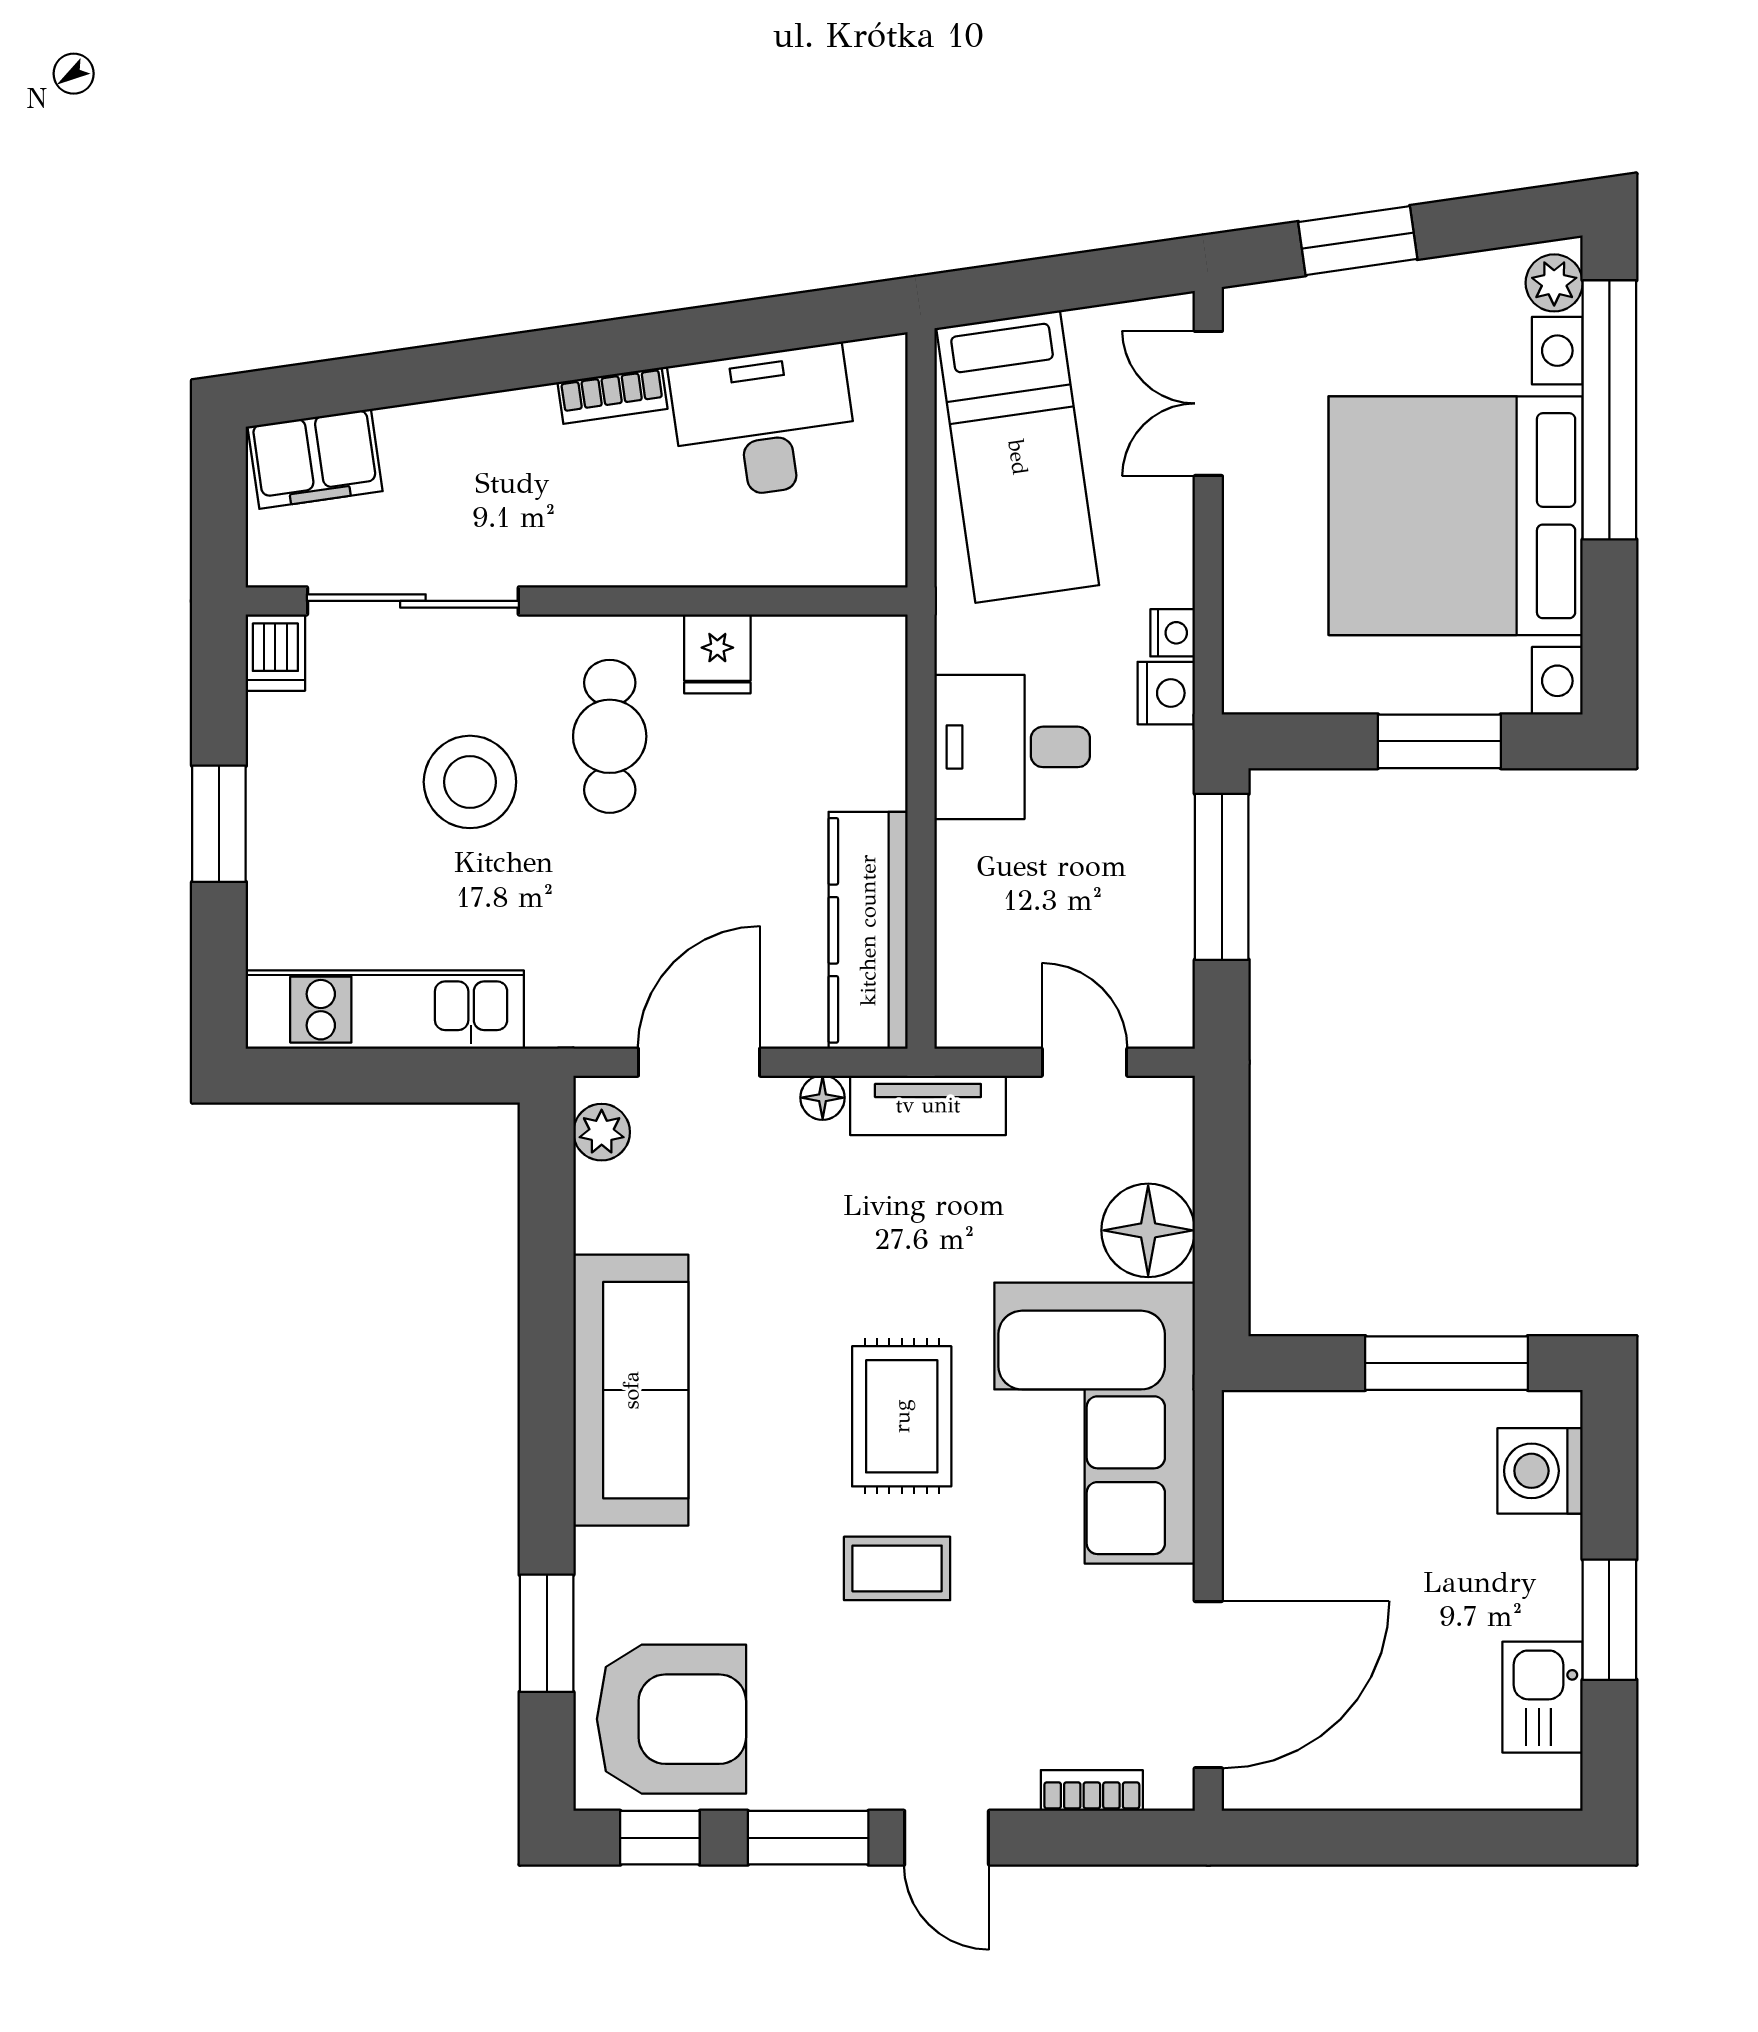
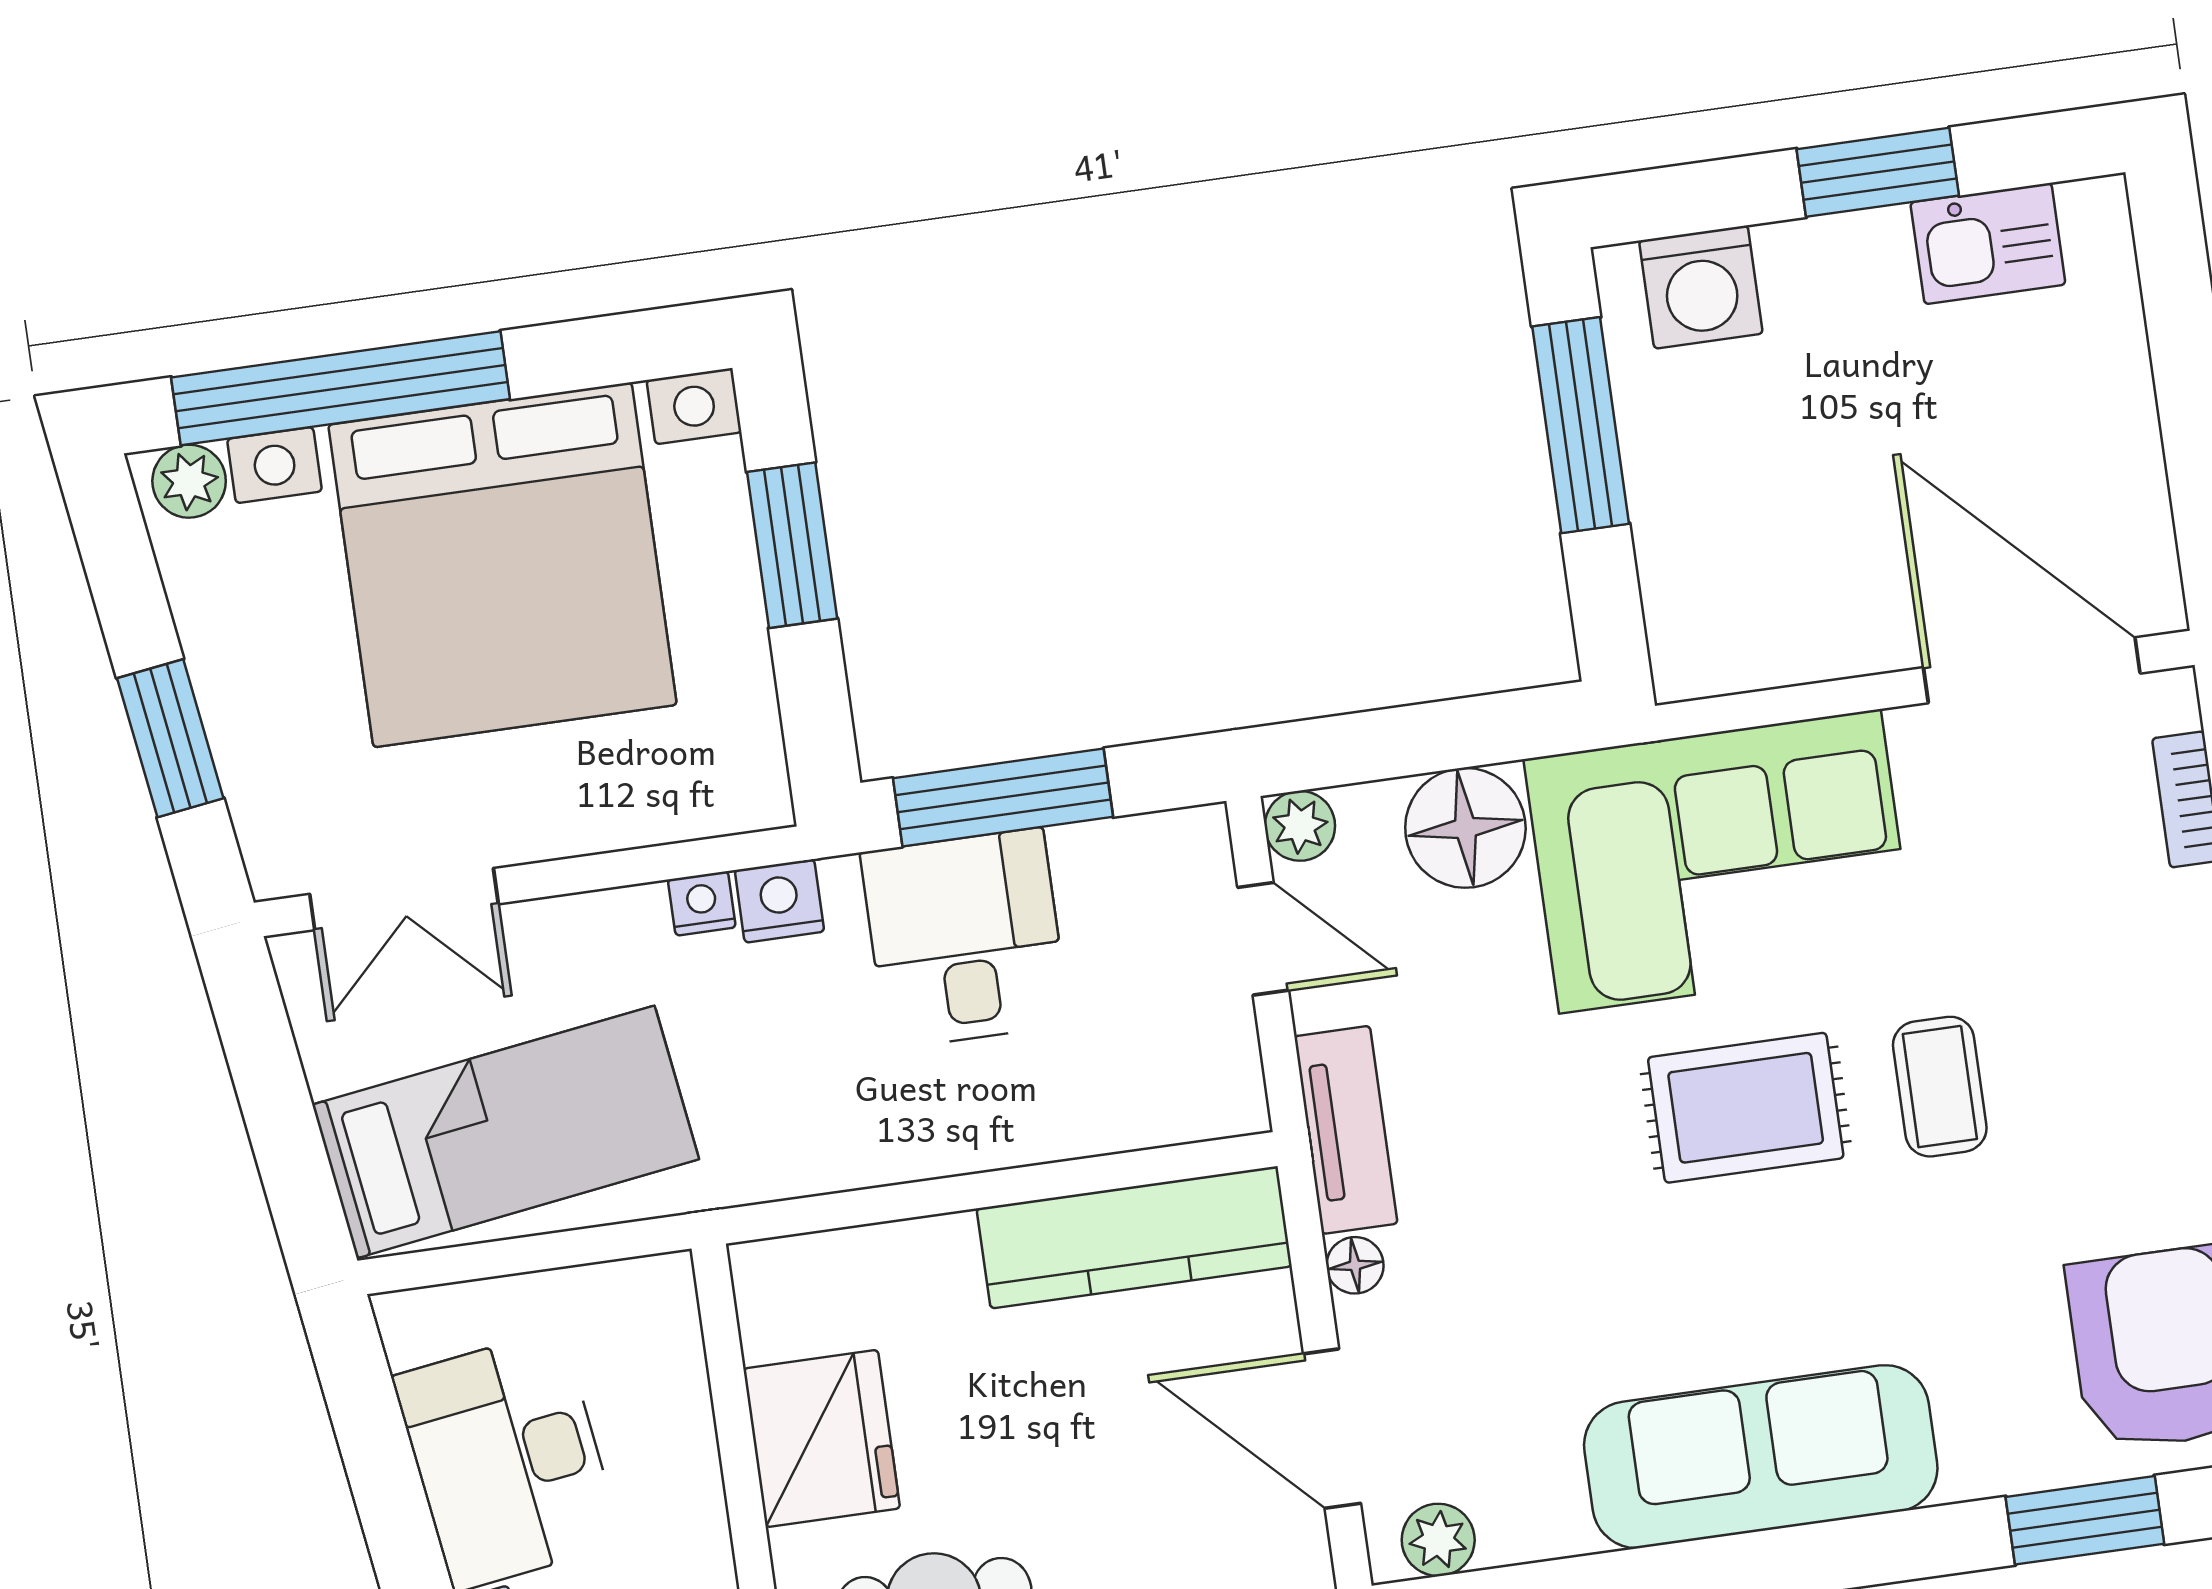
fridge: (717, 654) -> (822, 1438), width x1.88, depth x1.34
desk: (1012, 747) -> (965, 938), moved, turned 180
door: (1084, 1062) -> (1263, 939), swing flipped
plant: (1168, 1103) -> (1300, 826), added

